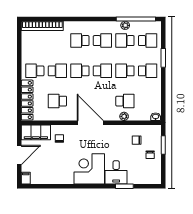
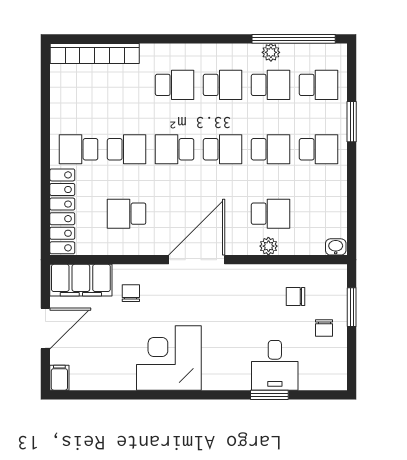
school desk: (80, 41) -> (175, 85), turned 180
school desk: (125, 41) -> (271, 85), turned 180
school desk: (125, 71) -> (271, 149), turned 180
door: (90, 123) -> (197, 260), hinge flipped
corner desk: (89, 169) -> (169, 358), moved
desk: (116, 172) -> (275, 365), moved

